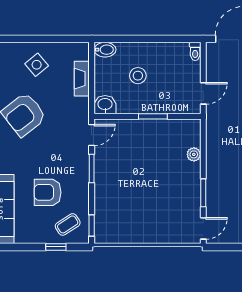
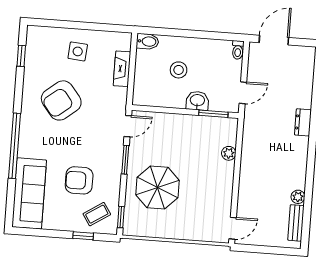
side table: (37, 65) -> (78, 51), turned 45
washbasin: (105, 105) -> (197, 101), moved
window: (153, 116) -> (213, 114), moved
window: (203, 193) -> (235, 193), removed
parasol: (126, 194) -> (158, 188), added

